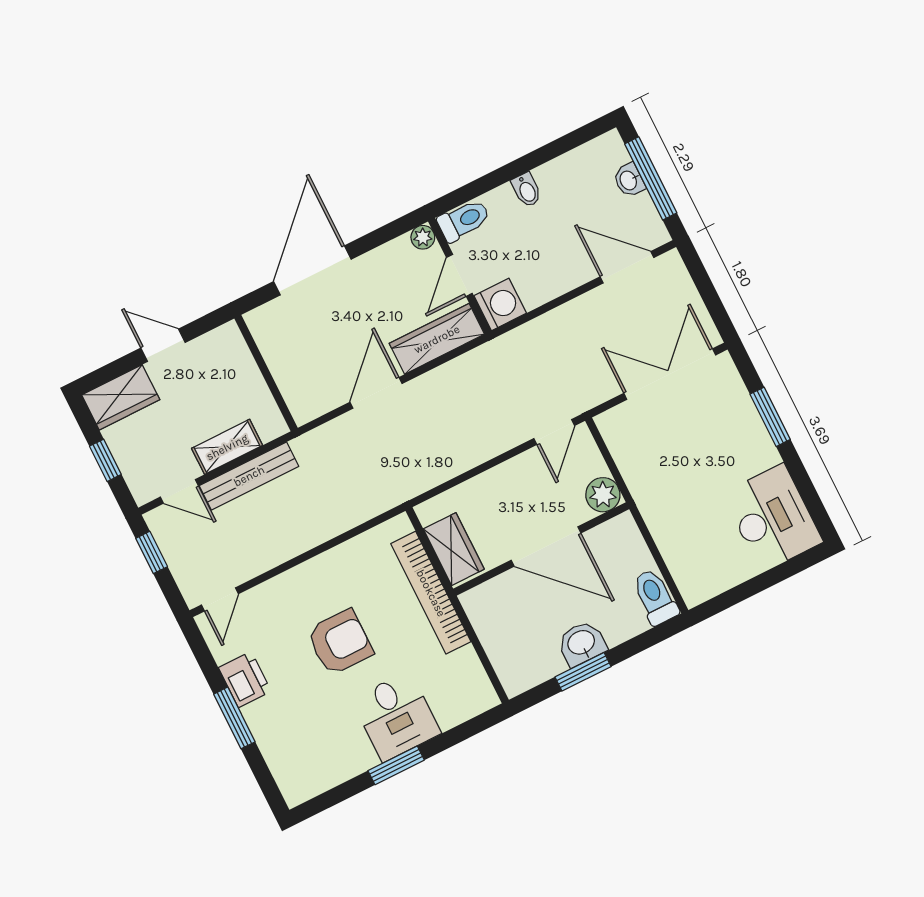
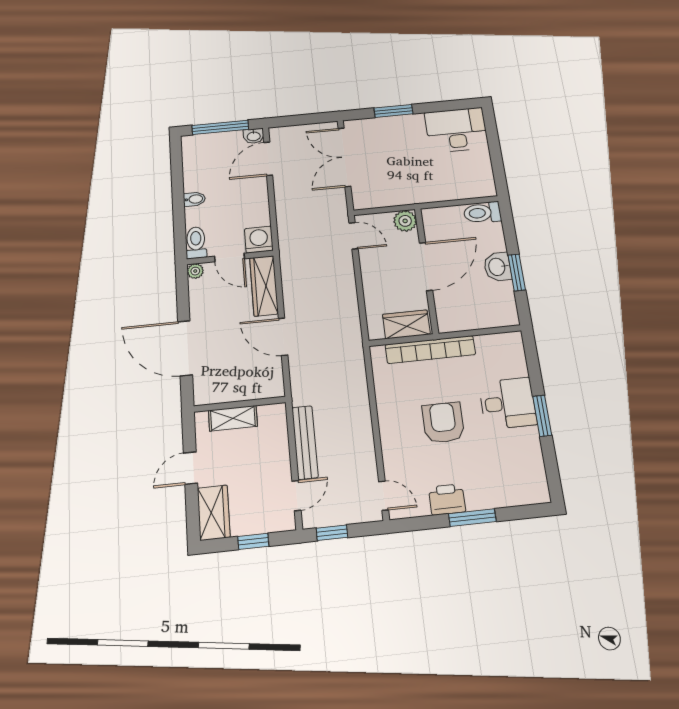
washbasin: (629, 180) -> (254, 136), moved
shelving: (227, 447) -> (233, 418), moved, turned 90

